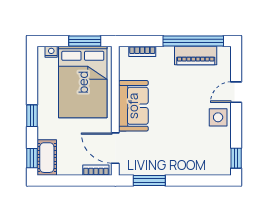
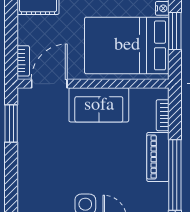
window: (85, 41) -> (175, 31), moved
piano: (196, 56) -> (158, 157), moved

